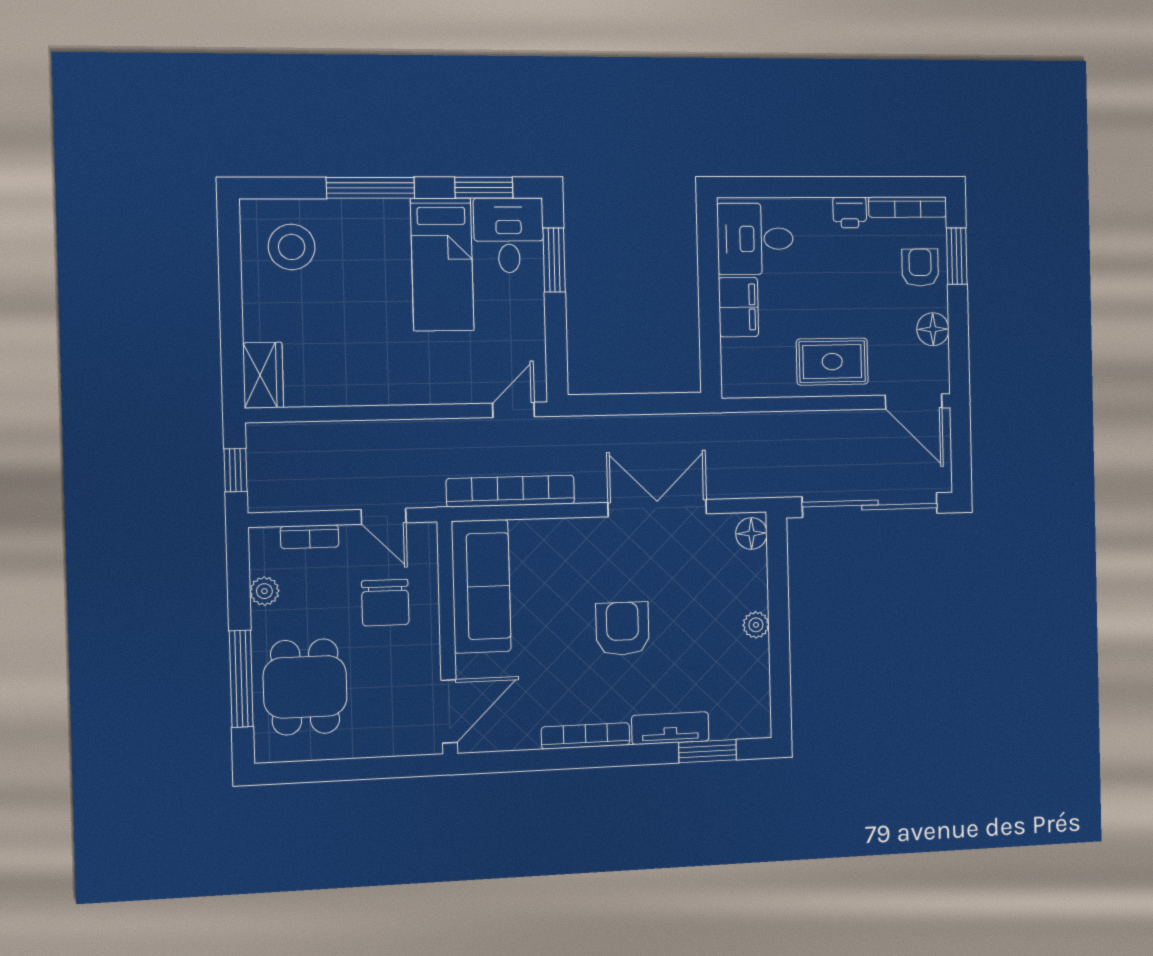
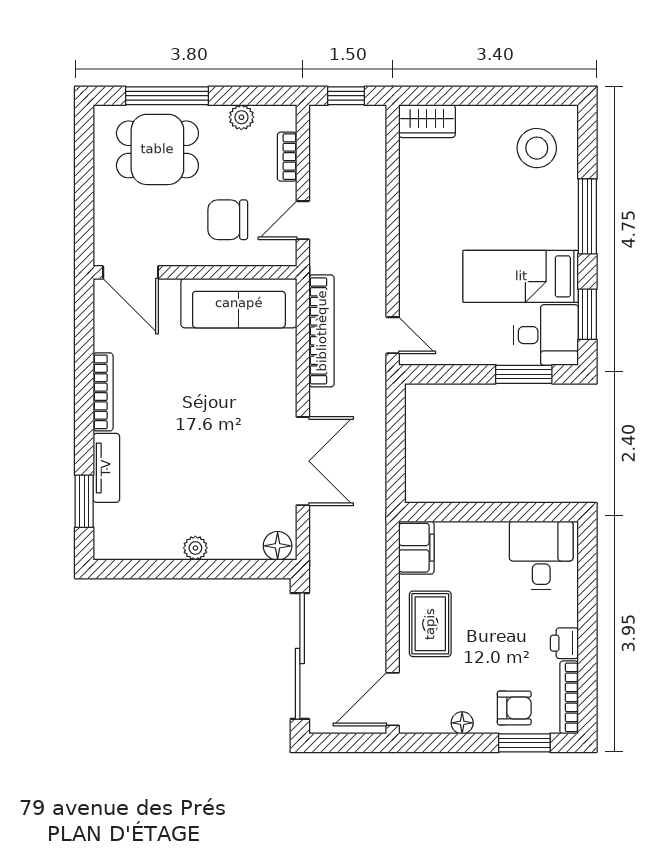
filing cabinet: (739, 307) -> (416, 548), moved, turned -90
floor lamp: (933, 329) -> (462, 723), width x0.73, depth x0.73
armchair: (622, 629) -> (197, 427), removed

